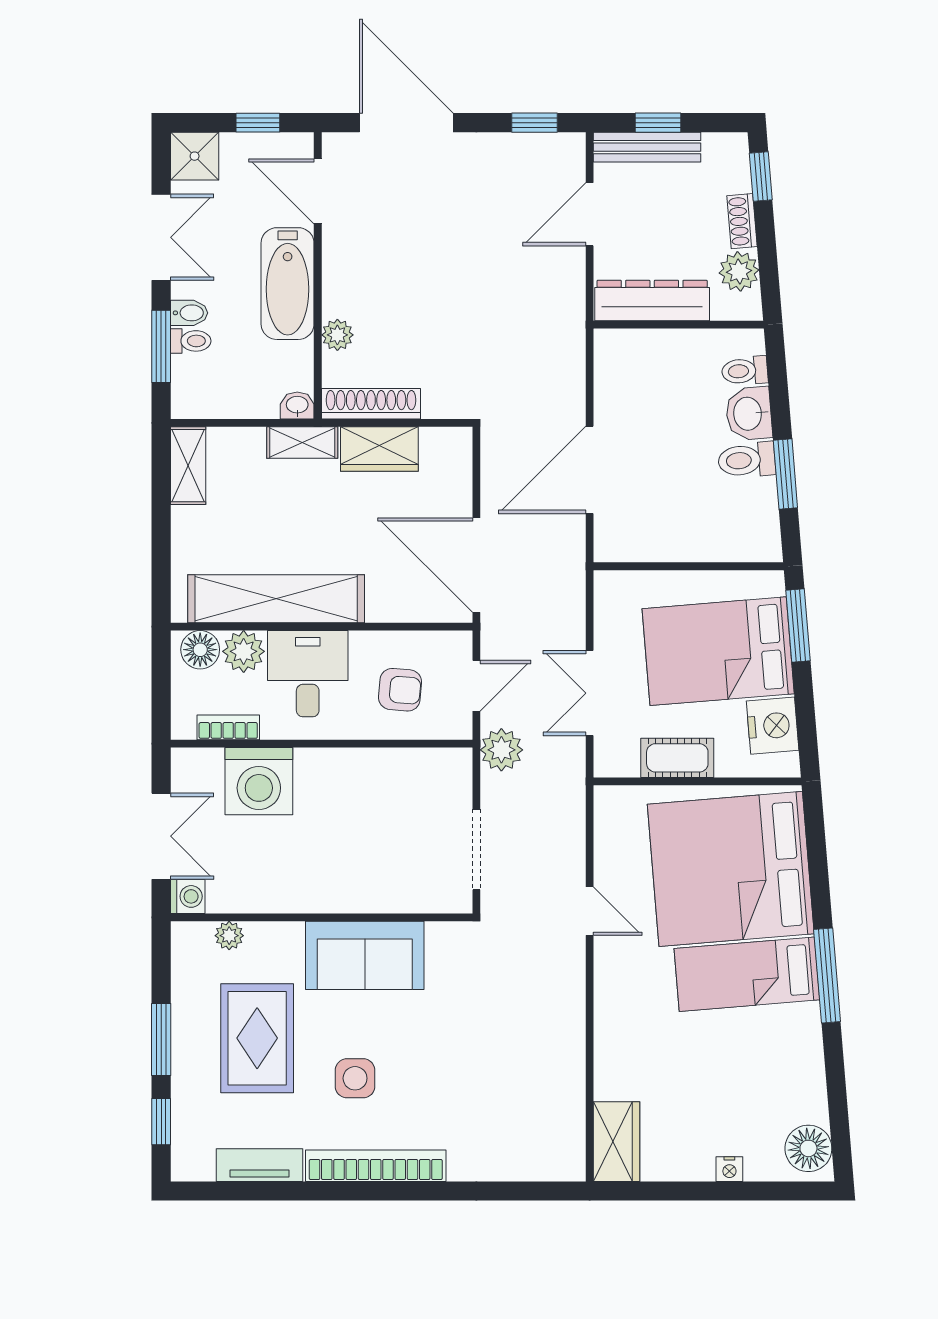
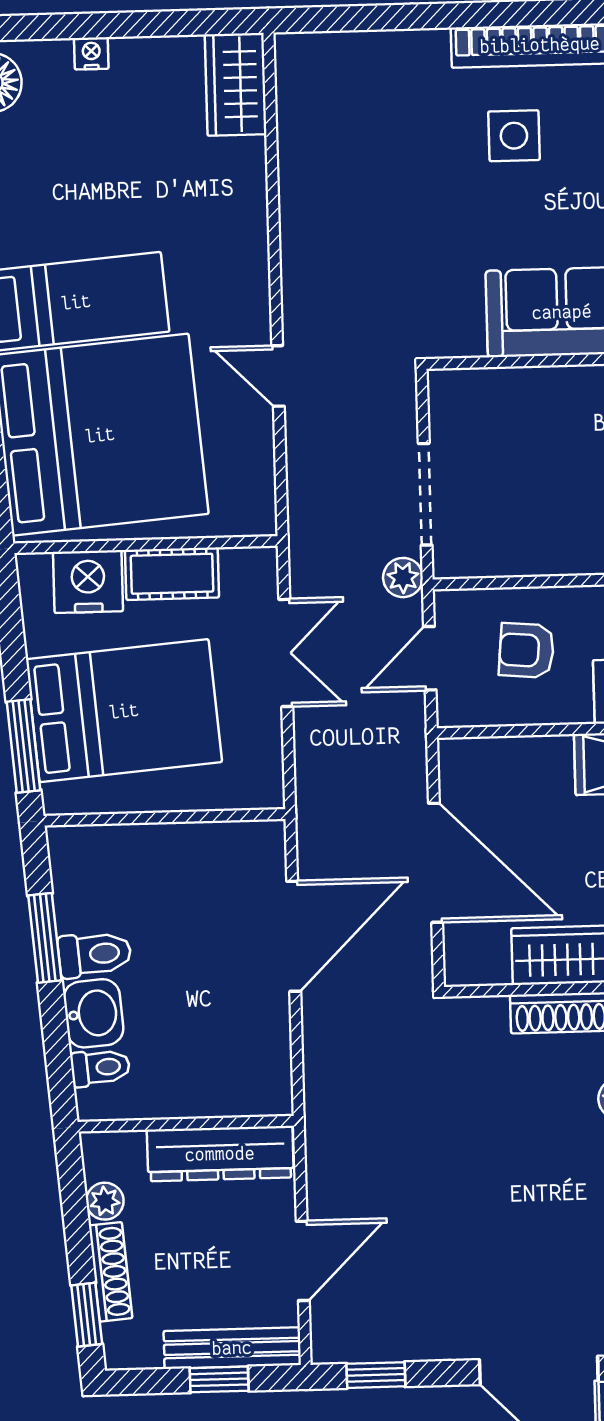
shoe rack: (742, 221) -> (111, 1272), width x1.43
plant: (739, 271) -> (105, 1201), width x0.73, depth x0.73
door: (476, 565) -> (436, 863), moved
nightstand: (773, 726) -> (88, 582), moved, turned 95
plant: (501, 750) -> (403, 578), width x0.73, depth x0.73
doorway: (476, 850) -> (425, 494), moved
side table: (355, 1078) -> (514, 136), moved

